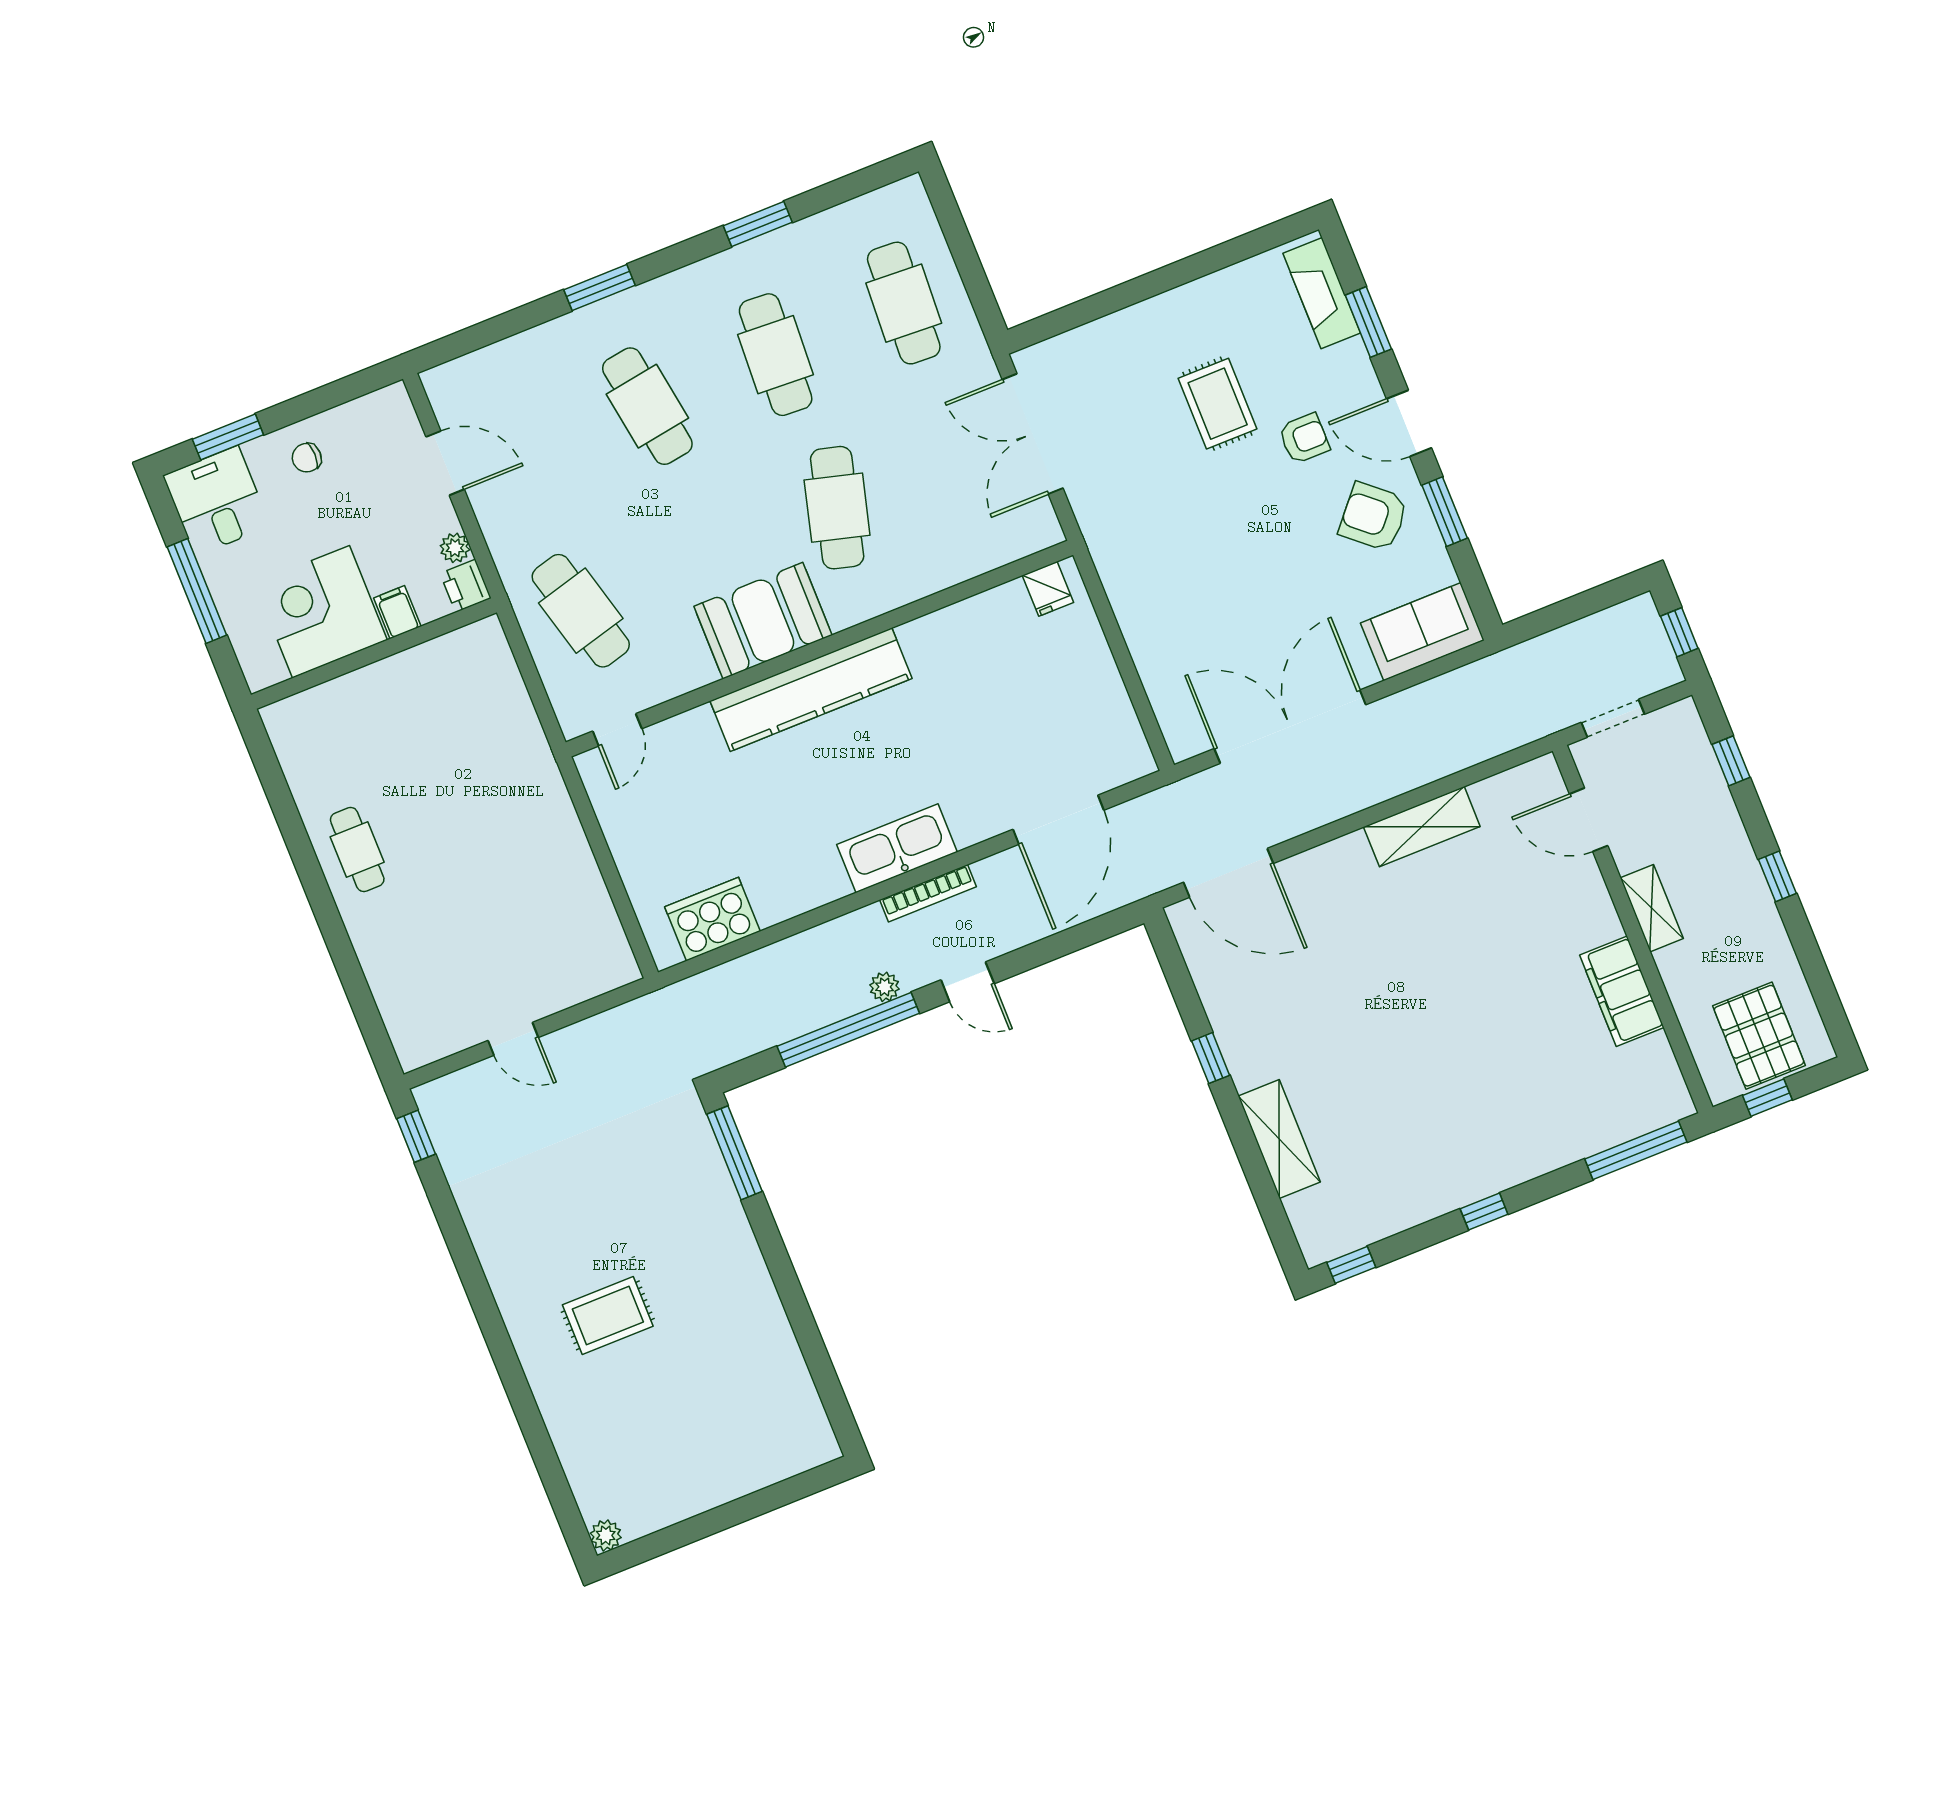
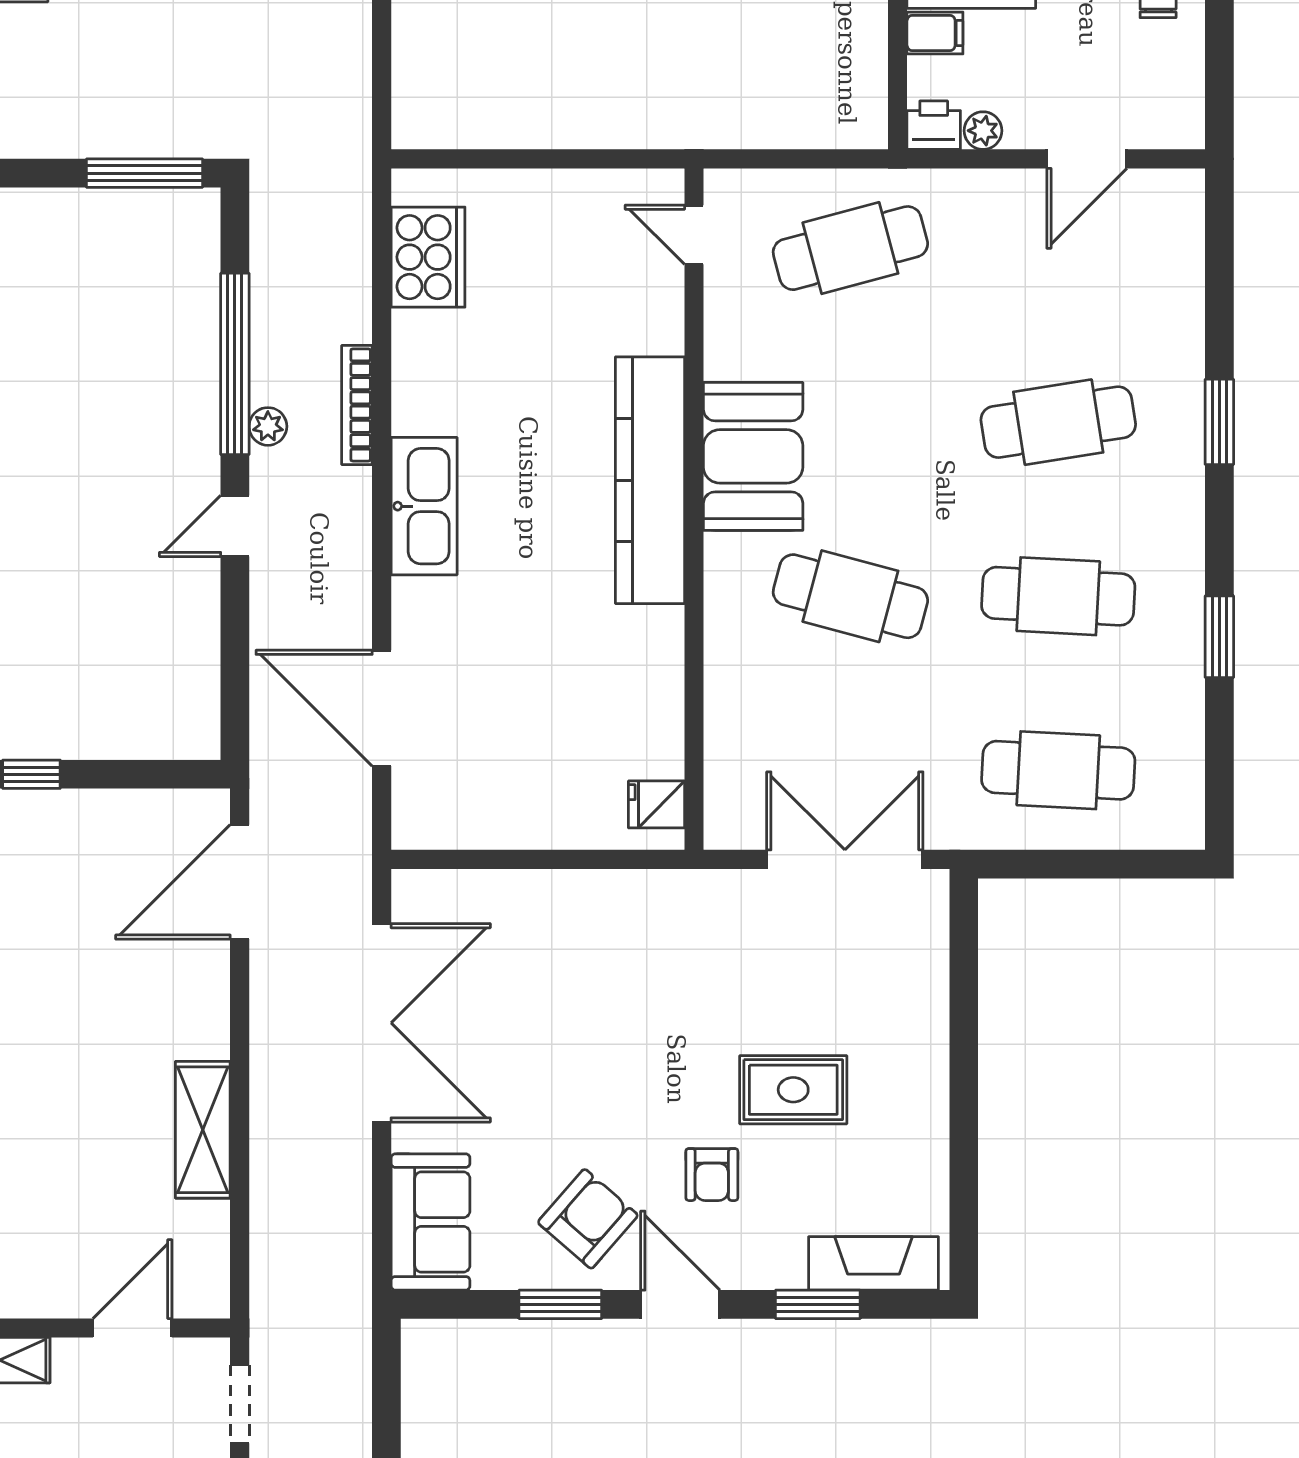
door: (1409, 423) -> (680, 1304), hinge flipped
bookcase: (928, 893) -> (357, 405), moved

